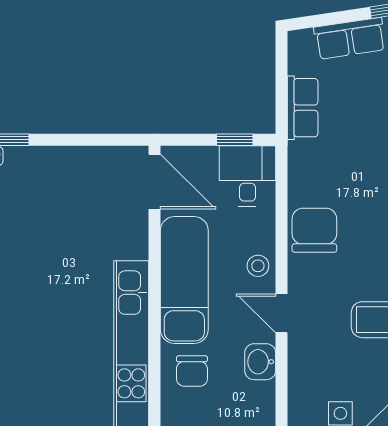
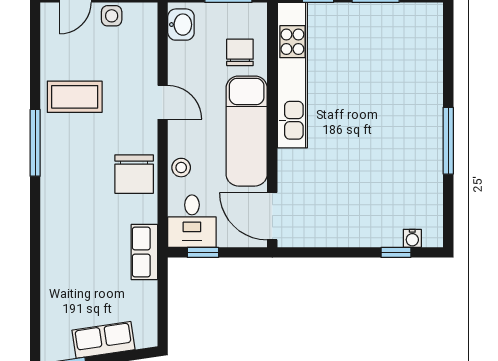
row of seats: (303, 108) -> (144, 252), moved
stool: (258, 266) -> (181, 168), moved
washbasin: (260, 362) -> (181, 25), moved

